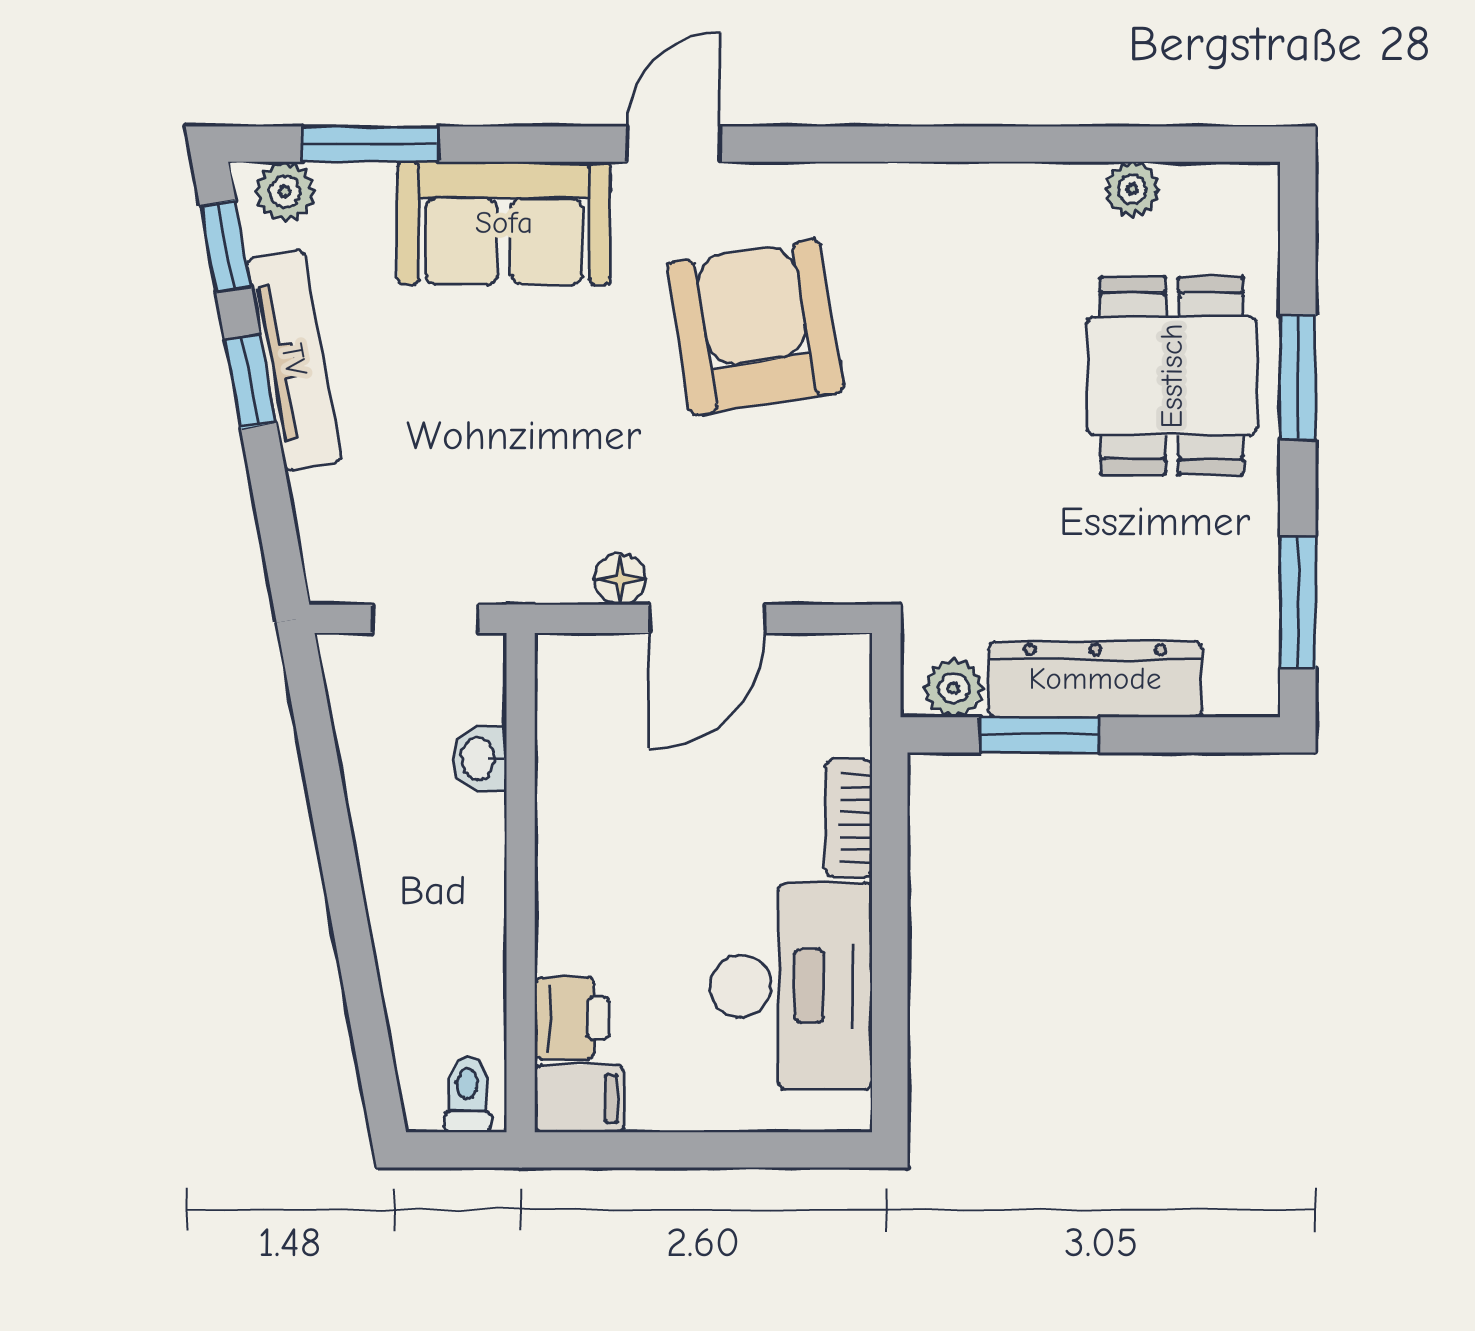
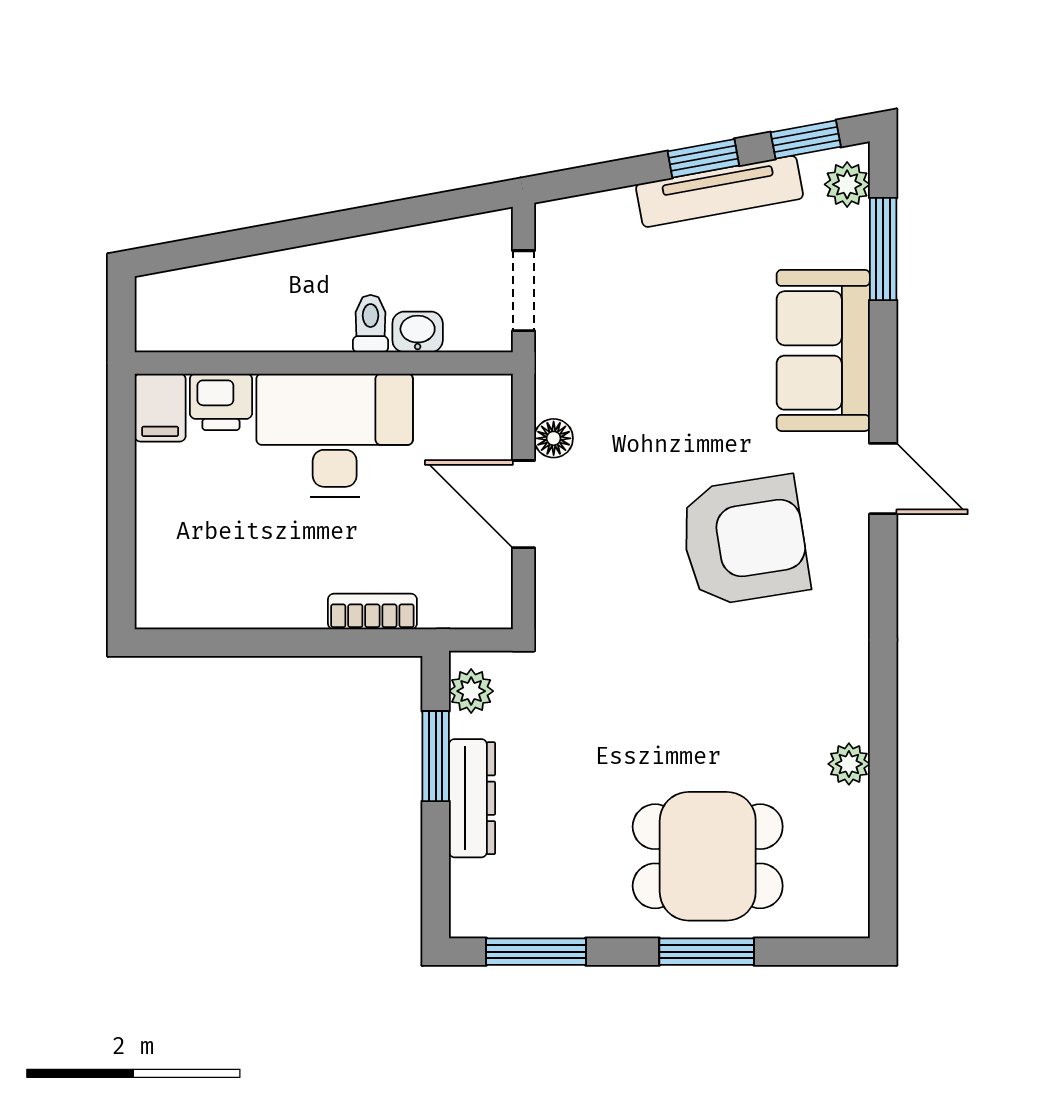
plant: (1132, 189) -> (849, 764), moved
dresser: (1095, 679) -> (472, 798), width x0.73, depth x0.80
desk: (791, 986) -> (335, 435), moved, turned 180
toilet: (467, 1094) -> (371, 324), moved, turned -90

